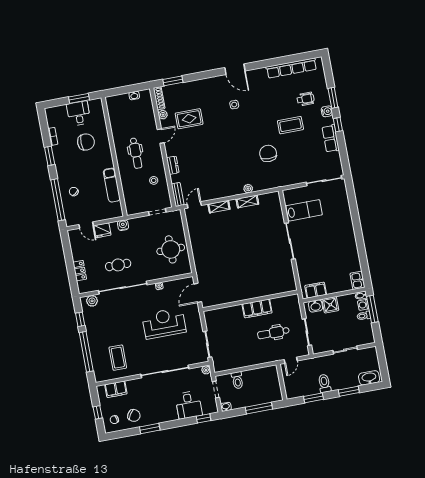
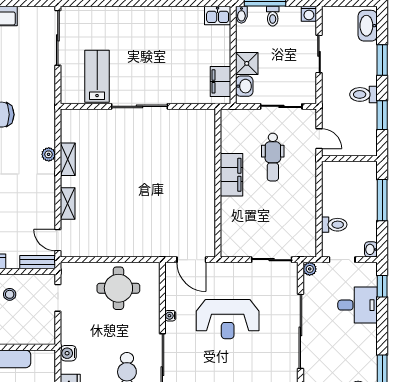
washing machine: (363, 305) -> (309, 14), moved
reception desk: (164, 323) -> (228, 319), turned -90

